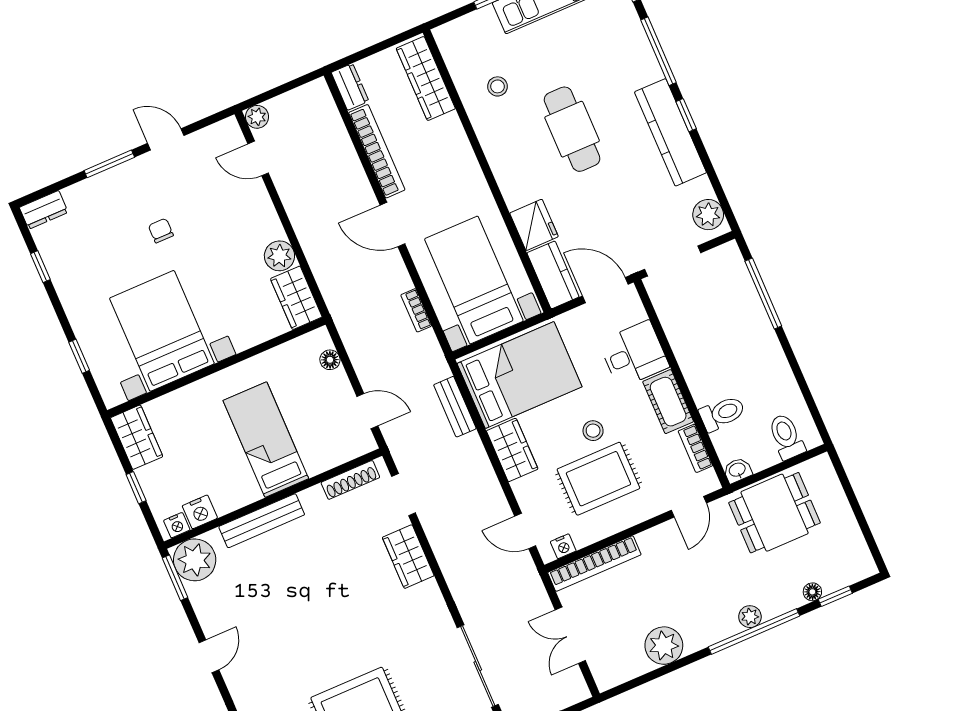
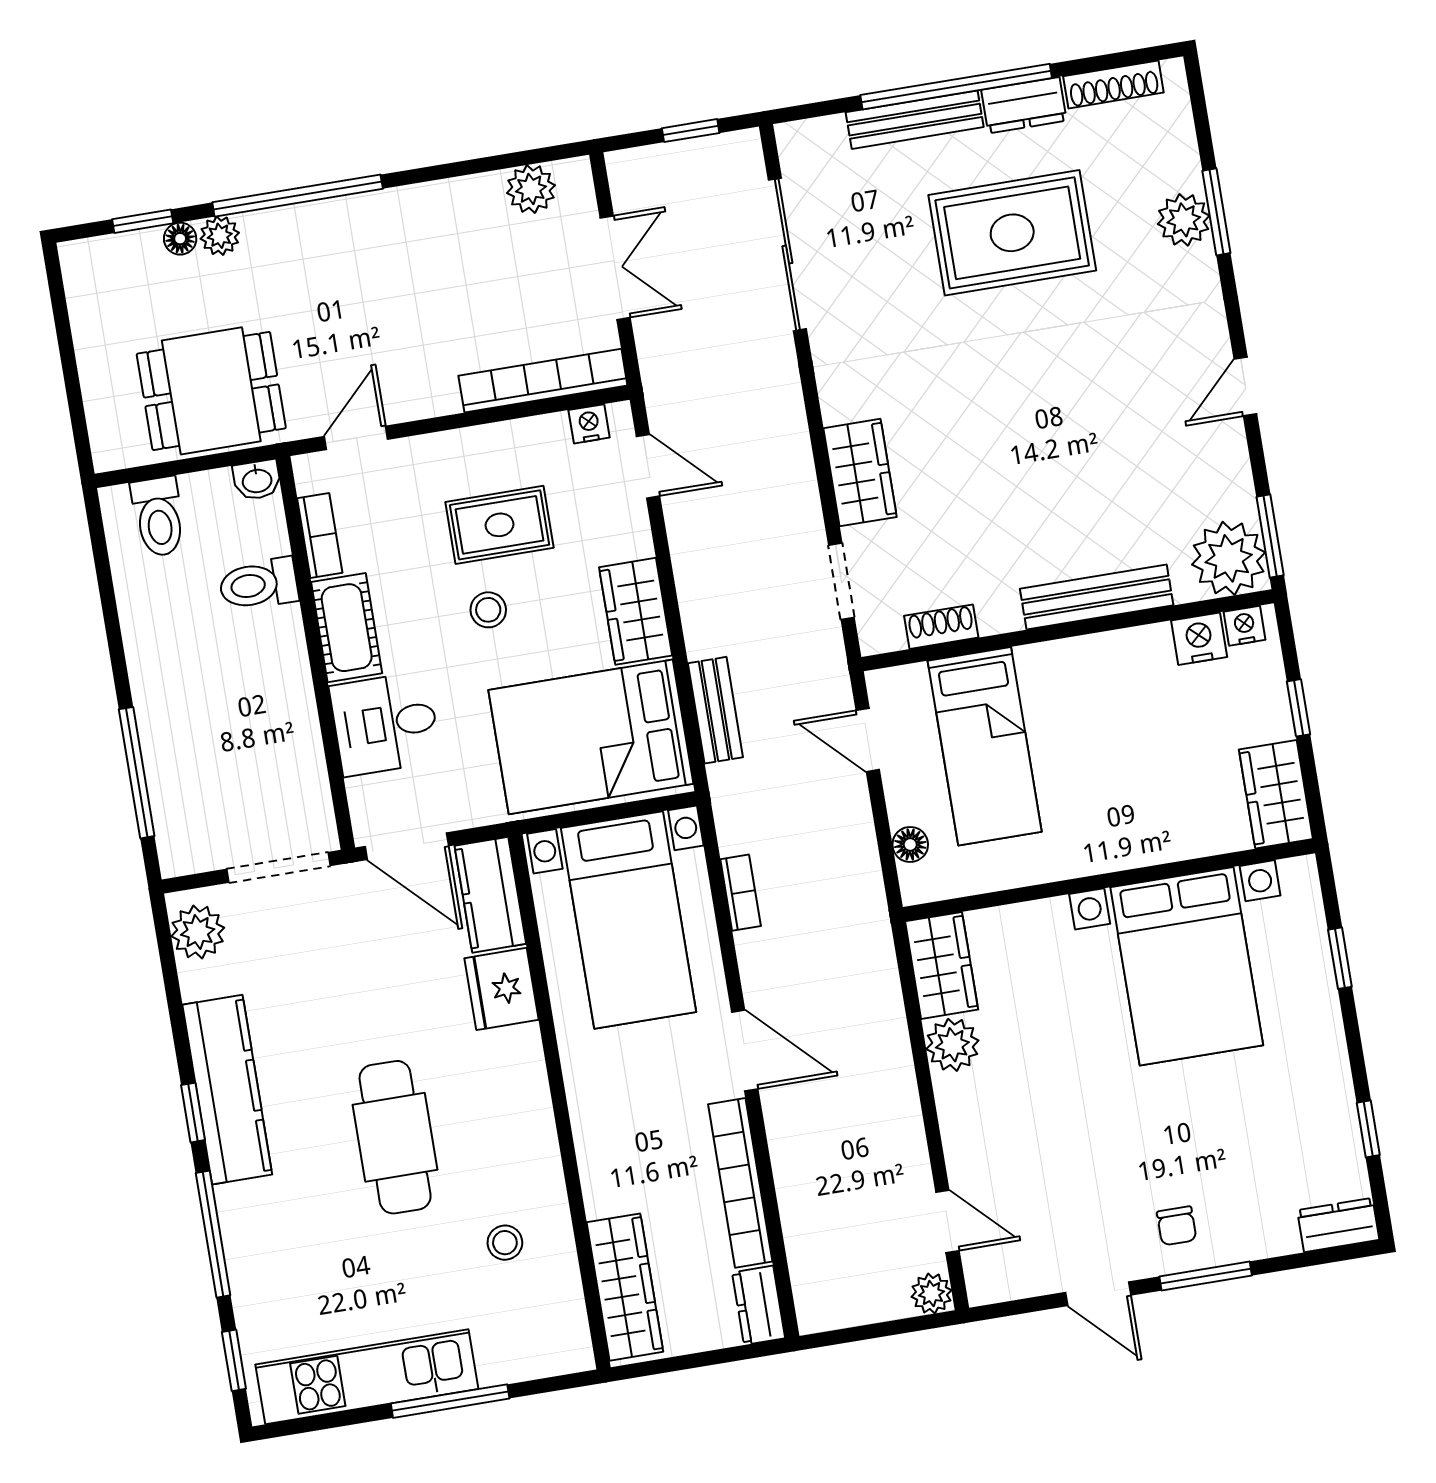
chair: (161, 231) -> (1177, 1226), moved
bed: (266, 440) -> (985, 746), moved
rug: (598, 479) -> (500, 525), width x0.73, depth x0.70
shoe rack: (350, 480) -> (941, 627), width x0.70
plant: (750, 617) -> (220, 236), moved
plant: (664, 646) -> (531, 189), moved, width x0.73, depth x0.73

